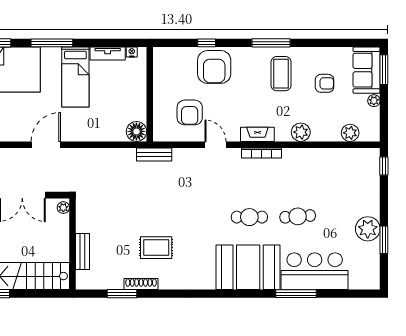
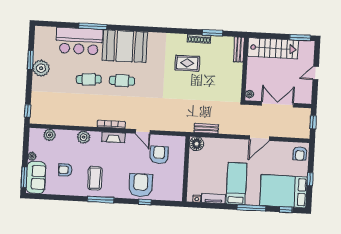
bench: (154, 154) -> (206, 128), moved
bench: (83, 251) -> (239, 49), moved

